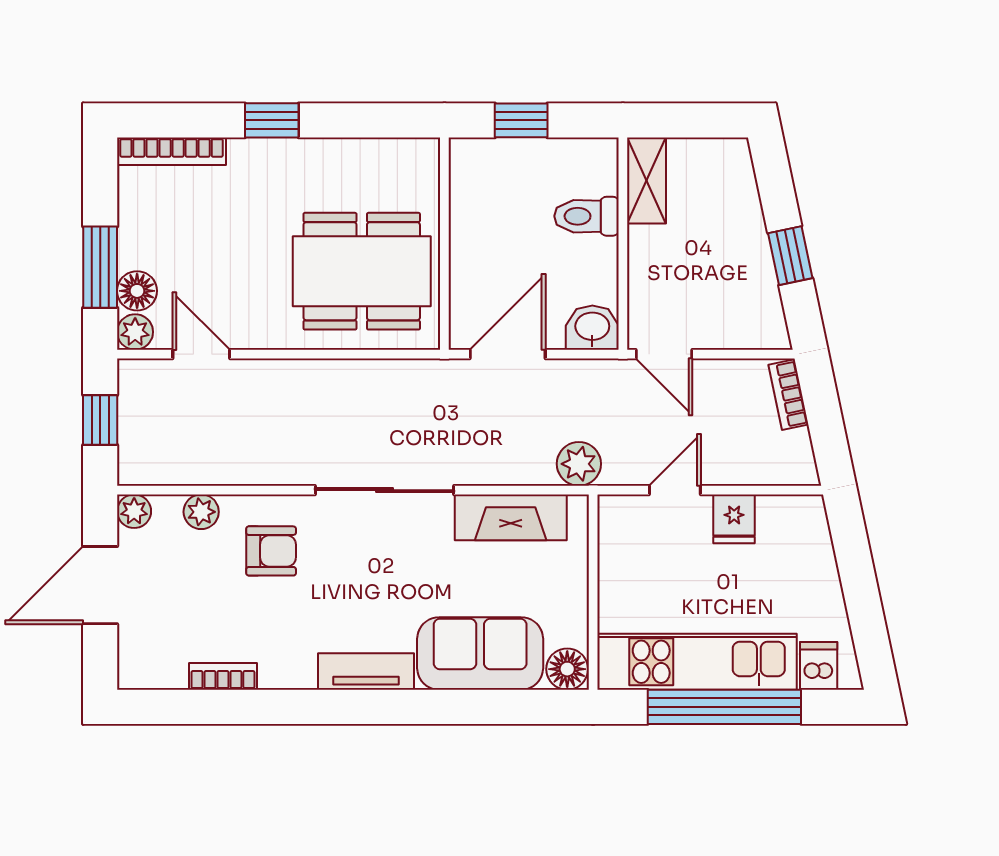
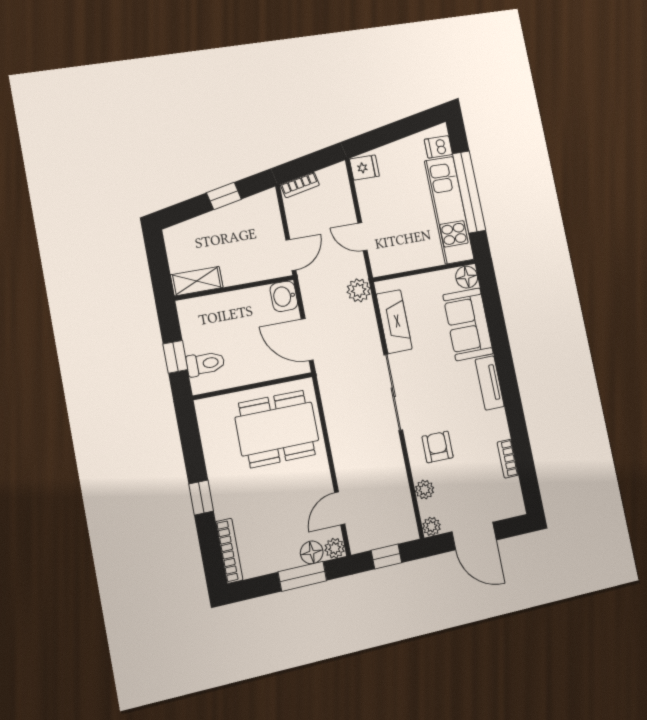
toilet: (587, 216) -> (206, 364), moved, turned -90
dining table: (362, 271) -> (277, 429), turned 90
fridge: (734, 519) -> (364, 168), moved

